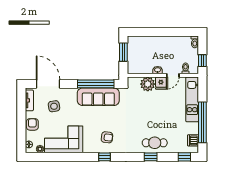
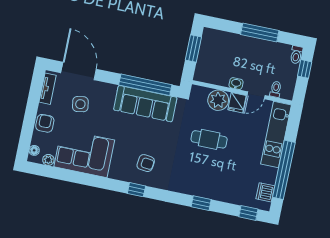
window: (167, 32) -> (260, 32), added
window: (202, 61) -> (305, 69), moved
cafe table: (155, 143) -> (209, 139), moved

